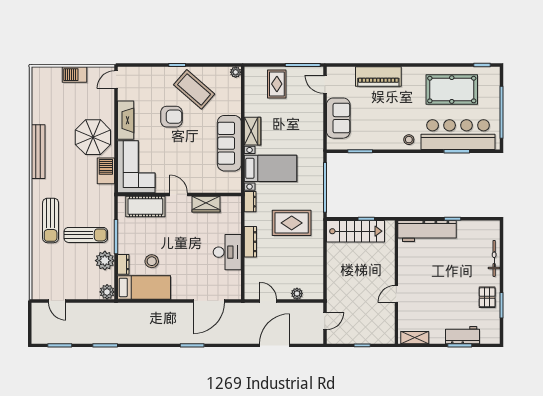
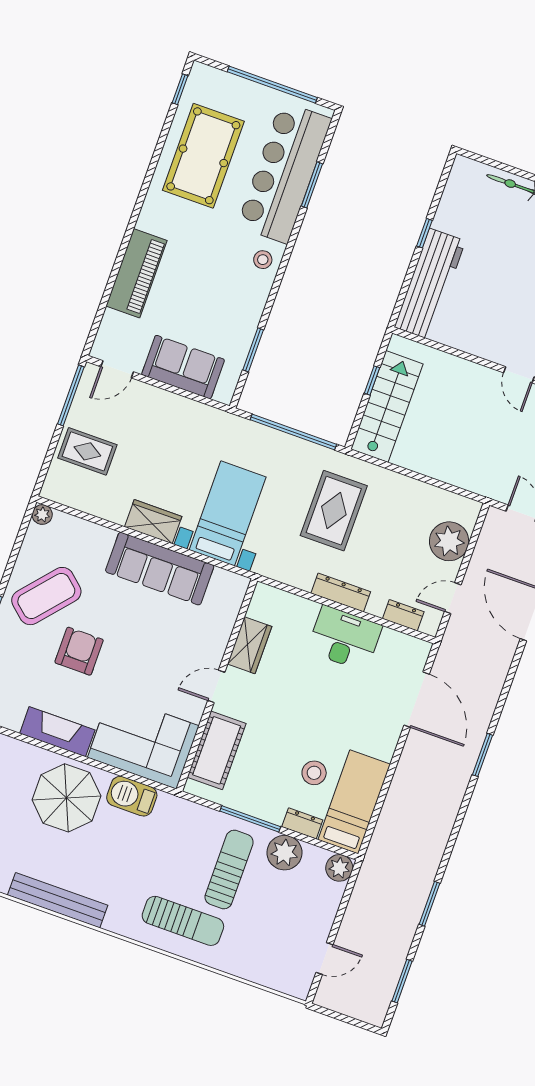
dresser: (250, 202) -> (403, 615), moved
plant: (297, 294) -> (449, 541), width x1.87, depth x1.87

